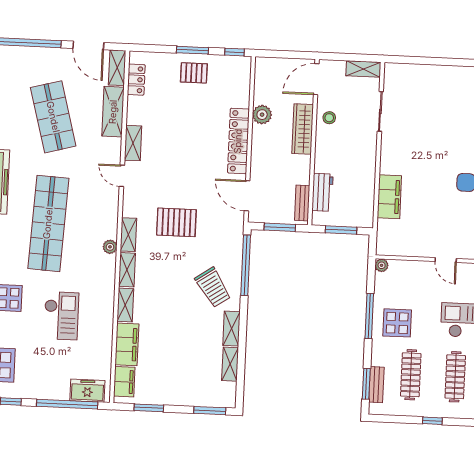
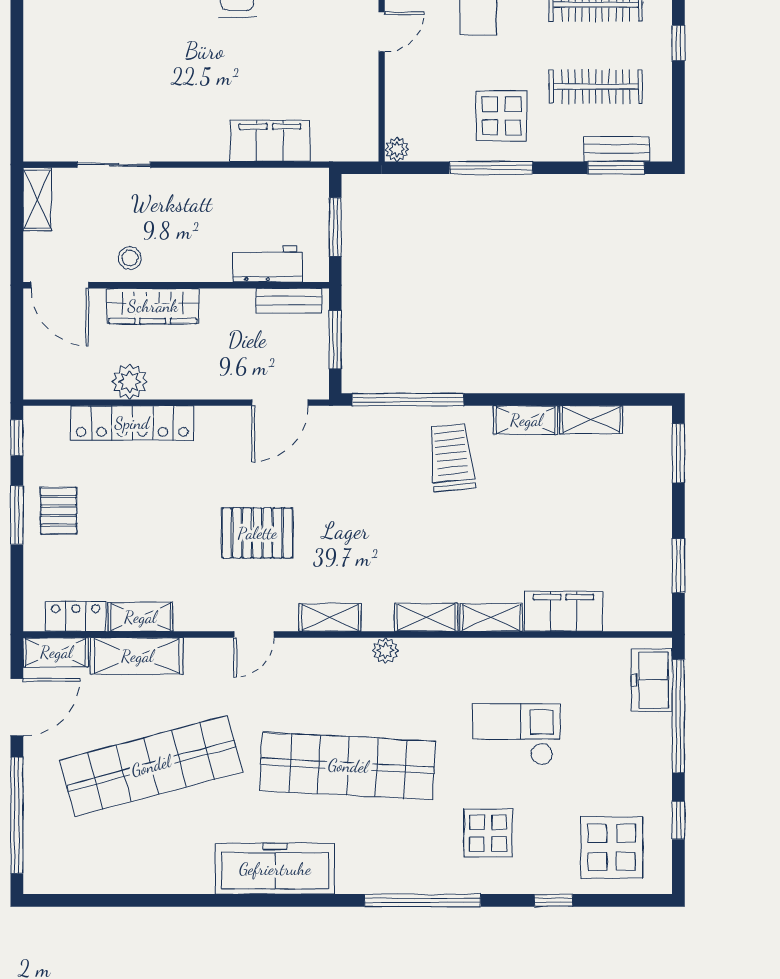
shop shelf: (53, 117) -> (151, 766), width x1.40
locker: (238, 141) -> (132, 423), moved
shelving: (133, 143) -> (140, 617), moved
pallet: (176, 222) -> (257, 533), moved, turned 90
shelving: (128, 235) -> (330, 618), moved
trolley: (213, 287) -> (451, 458), turned -62
filing cabinet: (124, 382) -> (632, 613), removed

